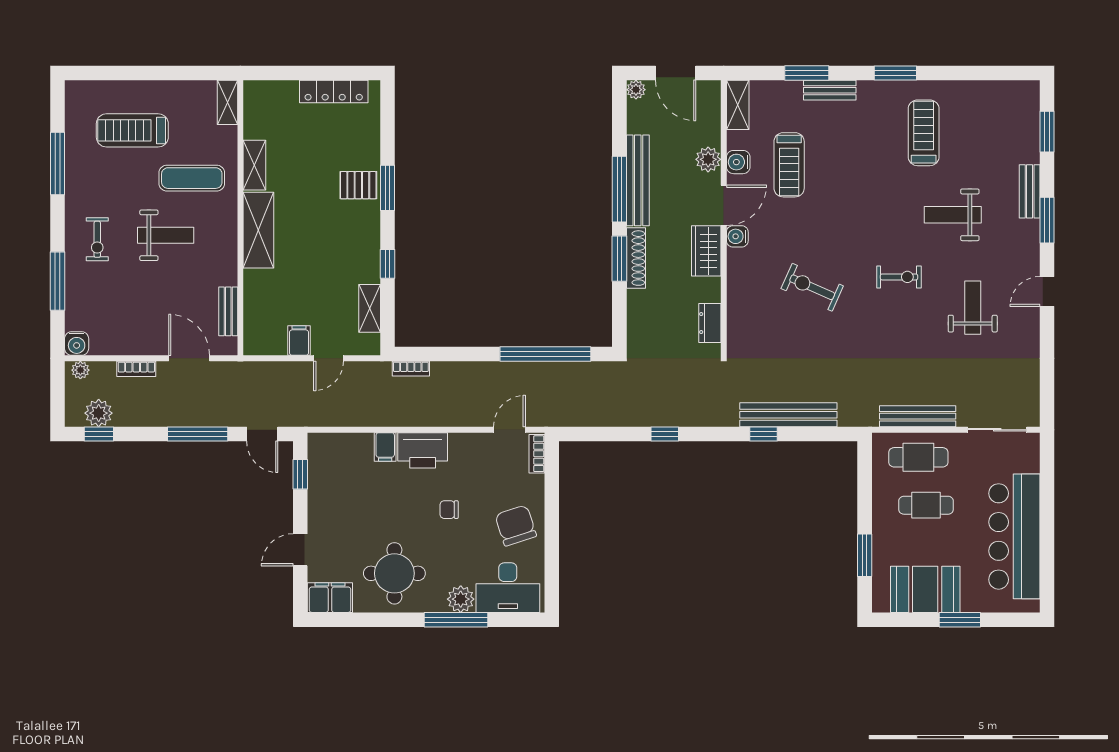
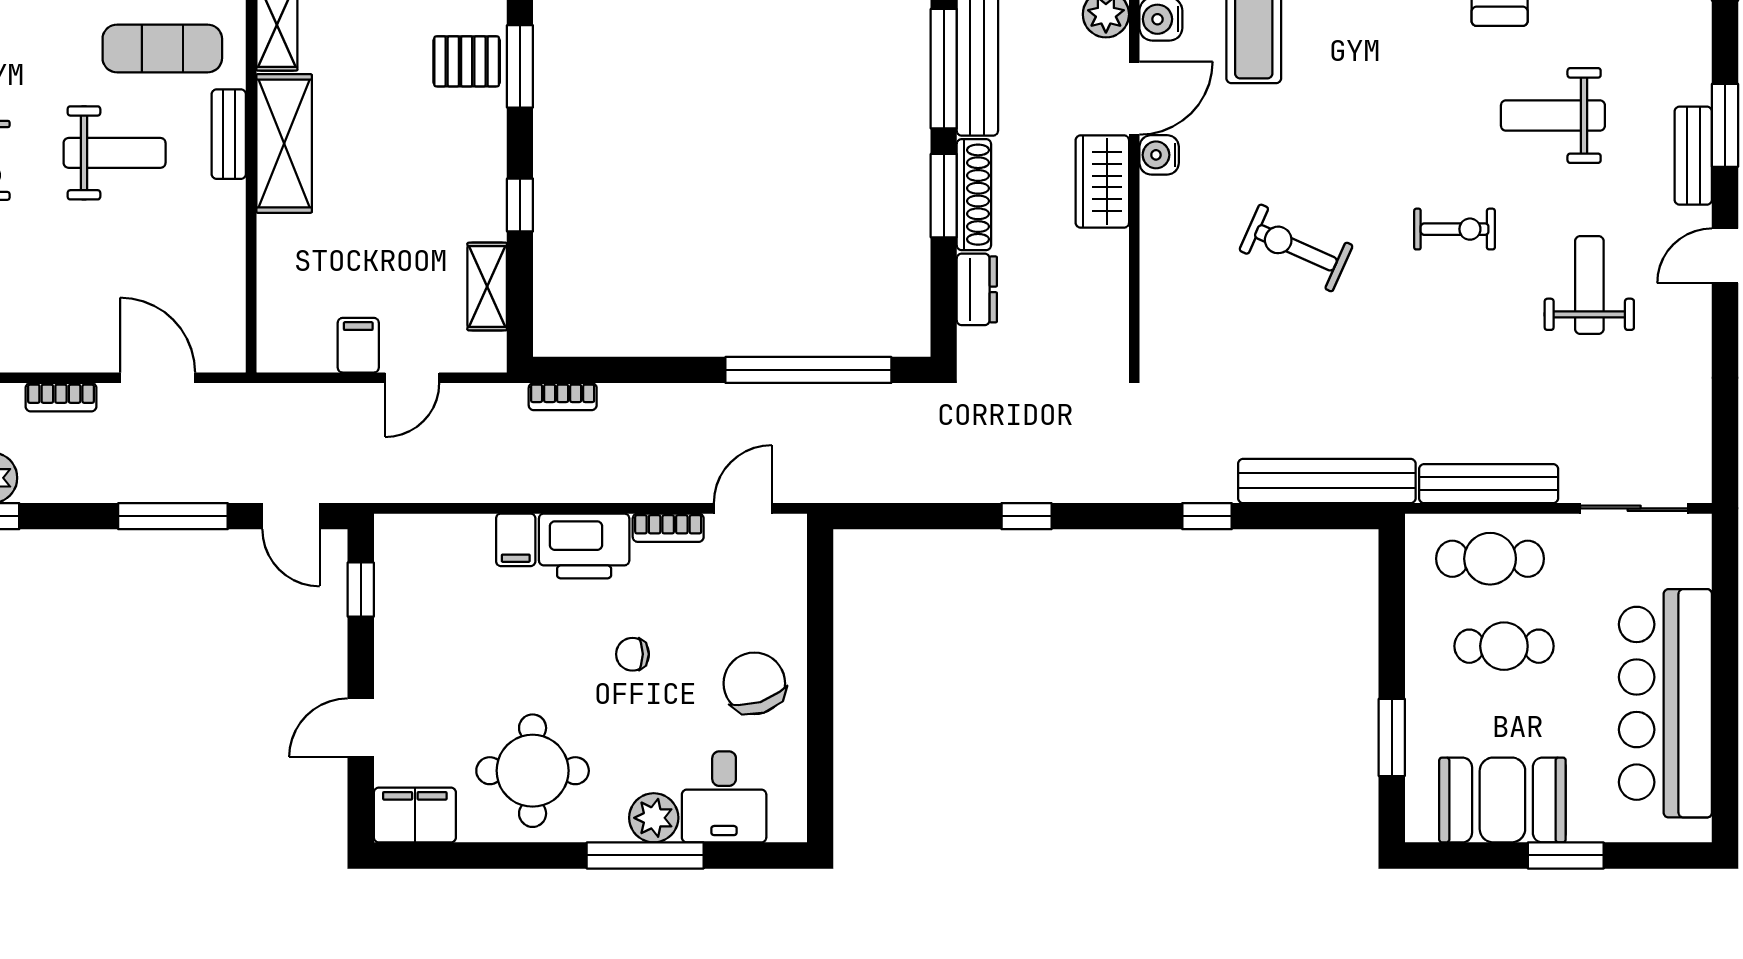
bench: (1030, 191) -> (1693, 156), moved
bench: (228, 311) -> (229, 134), moved
dresser: (710, 323) -> (977, 289), moved, turned 180
bench: (788, 415) -> (1327, 481), moved
bookcase: (537, 454) -> (668, 528), moved, turned -90
desk: (508, 588) -> (724, 797), width x0.73

